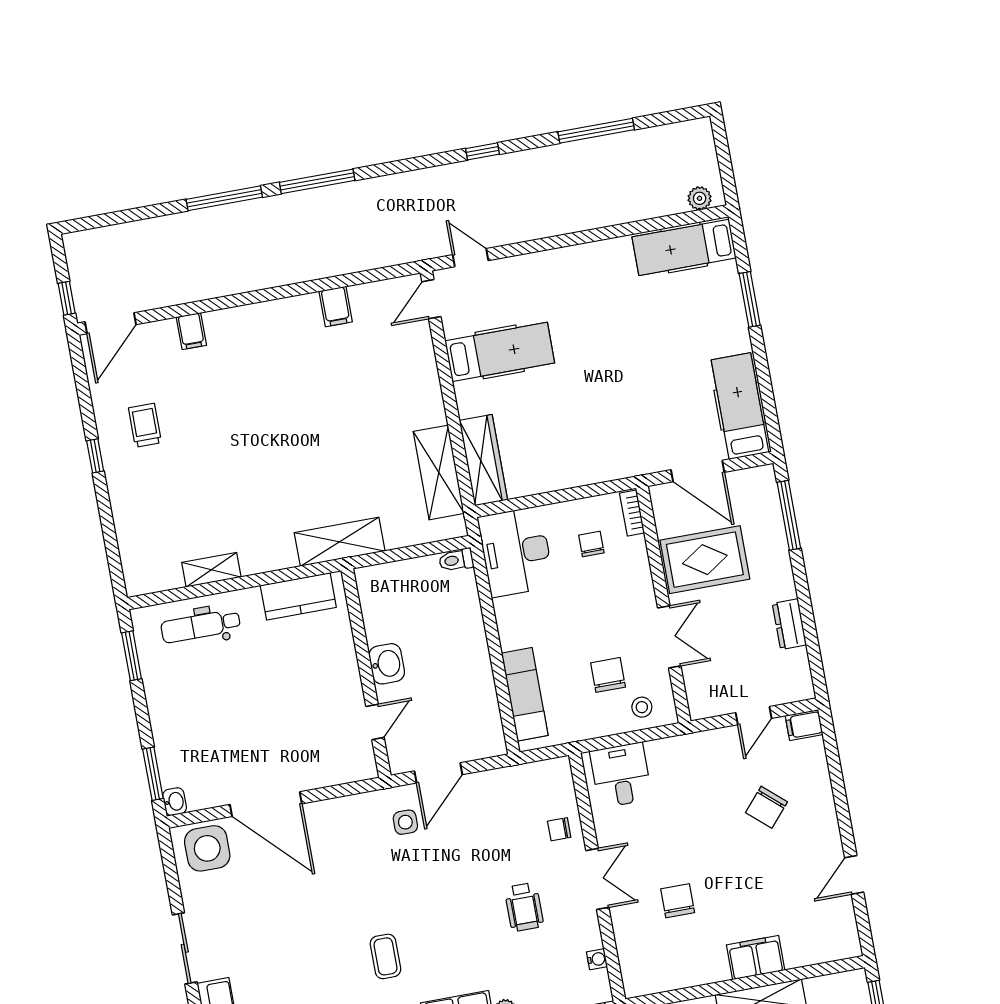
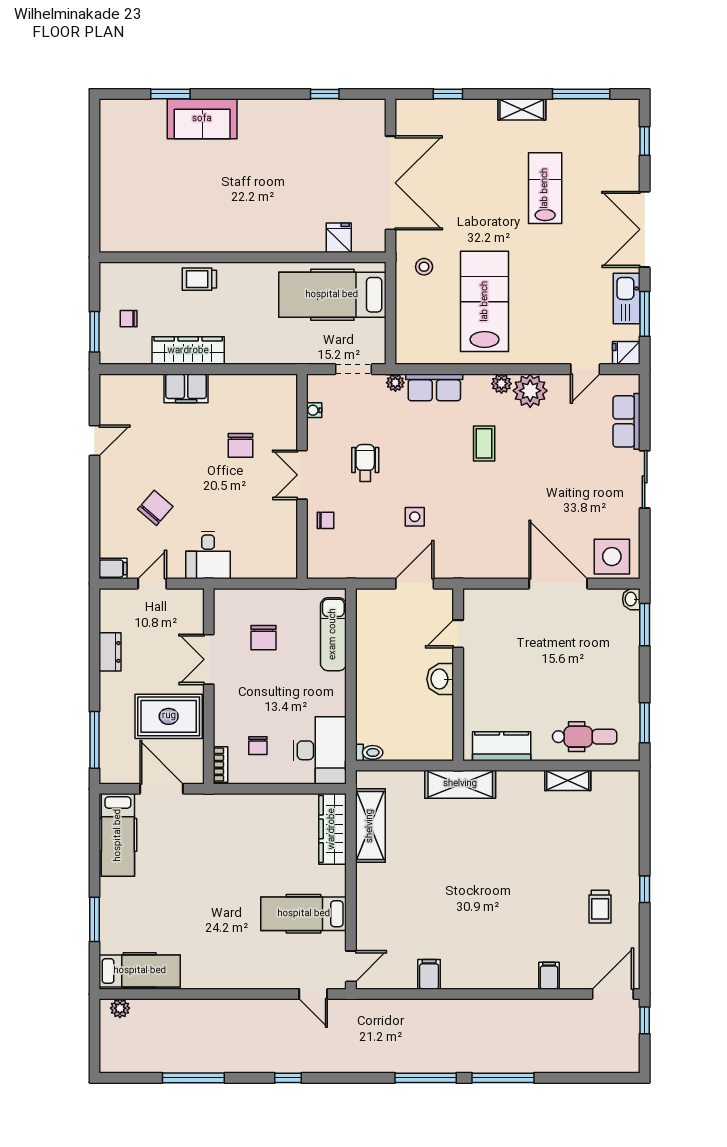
stool: (642, 707) -> (241, 607), removed
desk: (621, 775) -> (208, 555), moved
side table: (405, 822) -> (415, 517), moved

